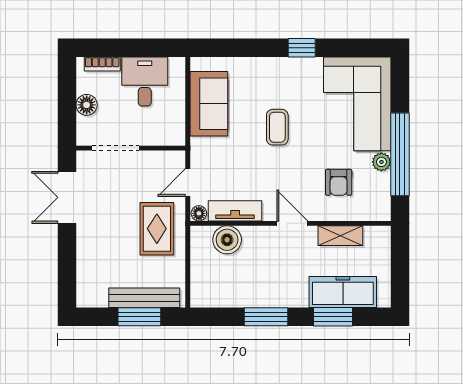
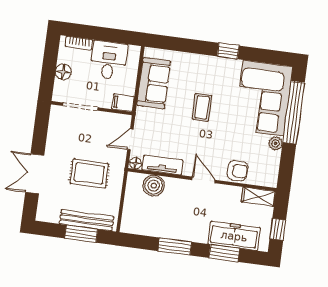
filing cabinet: (172, 135) -> (123, 103), added
window: (400, 154) -> (294, 113), moved
armchair: (339, 182) -> (237, 171), moved, turned -90
double door: (67, 197) -> (35, 174), moved
rug: (157, 229) -> (89, 174), moved, turned 90
shelving: (340, 236) -> (259, 197), moved
window: (400, 276) -> (278, 229), added

